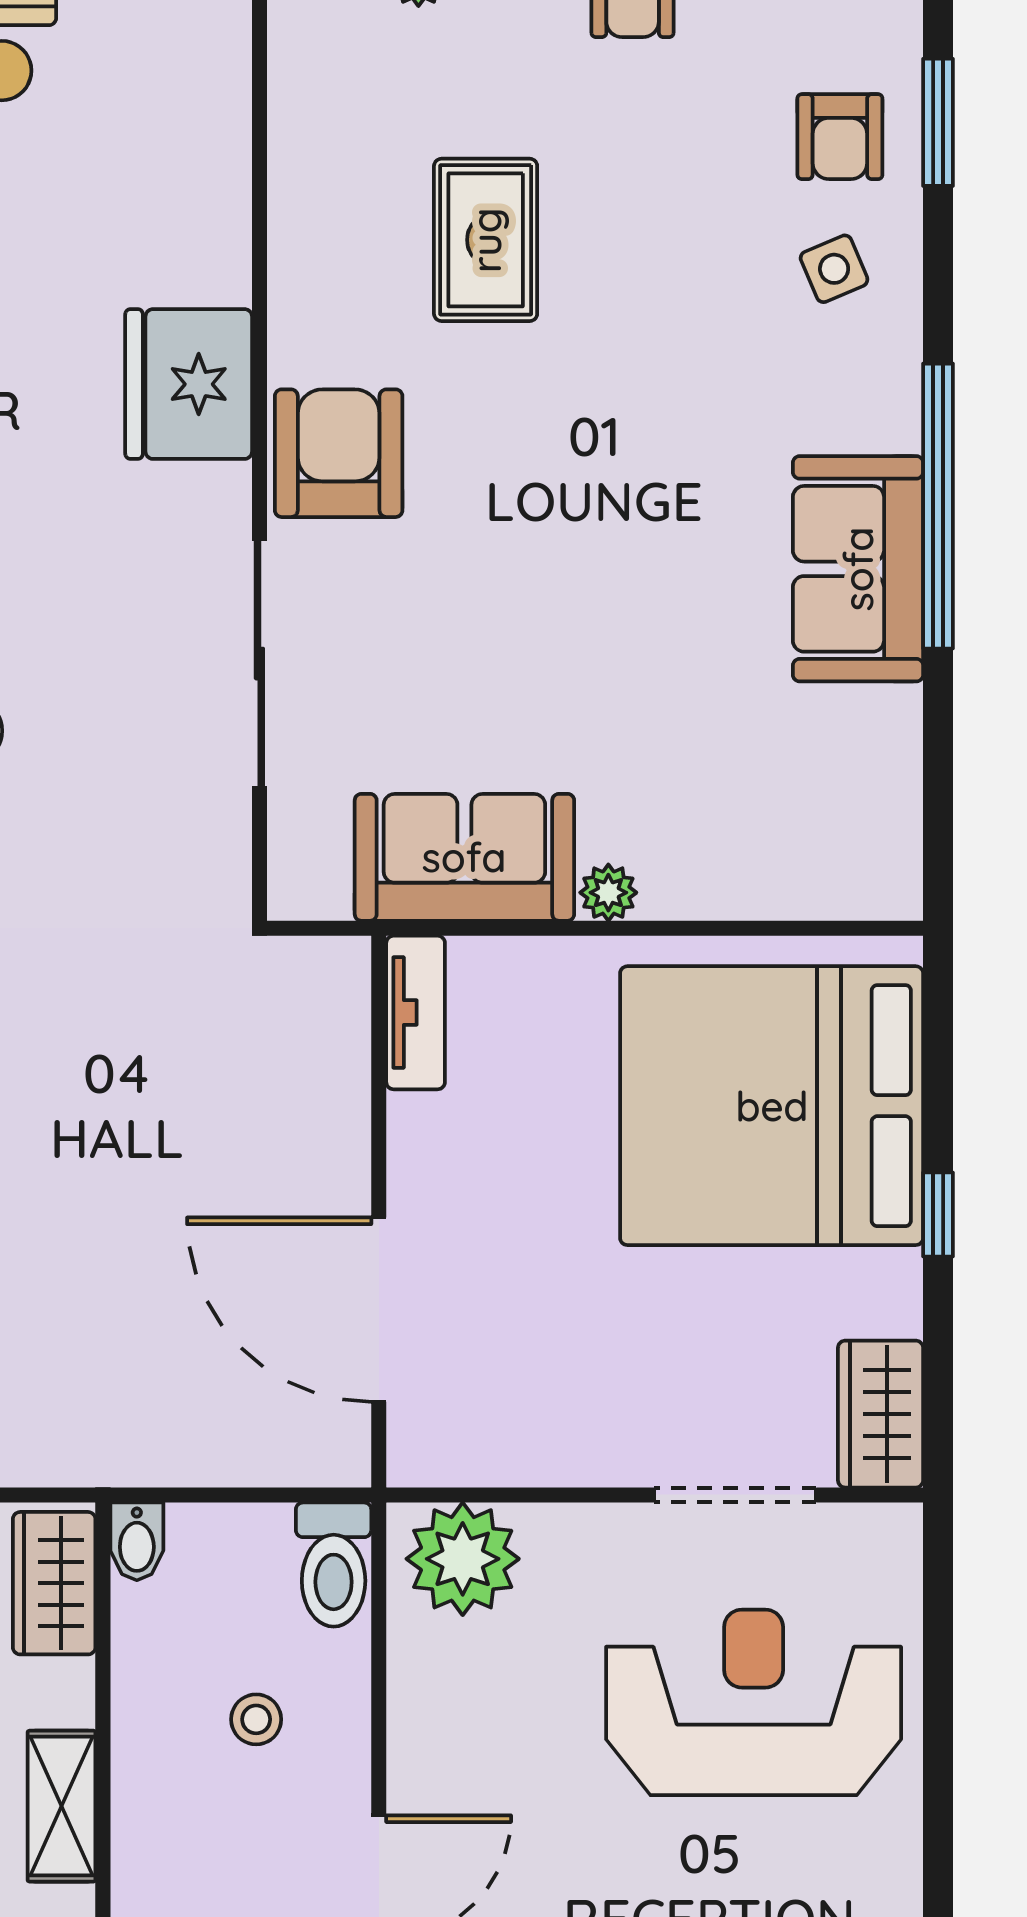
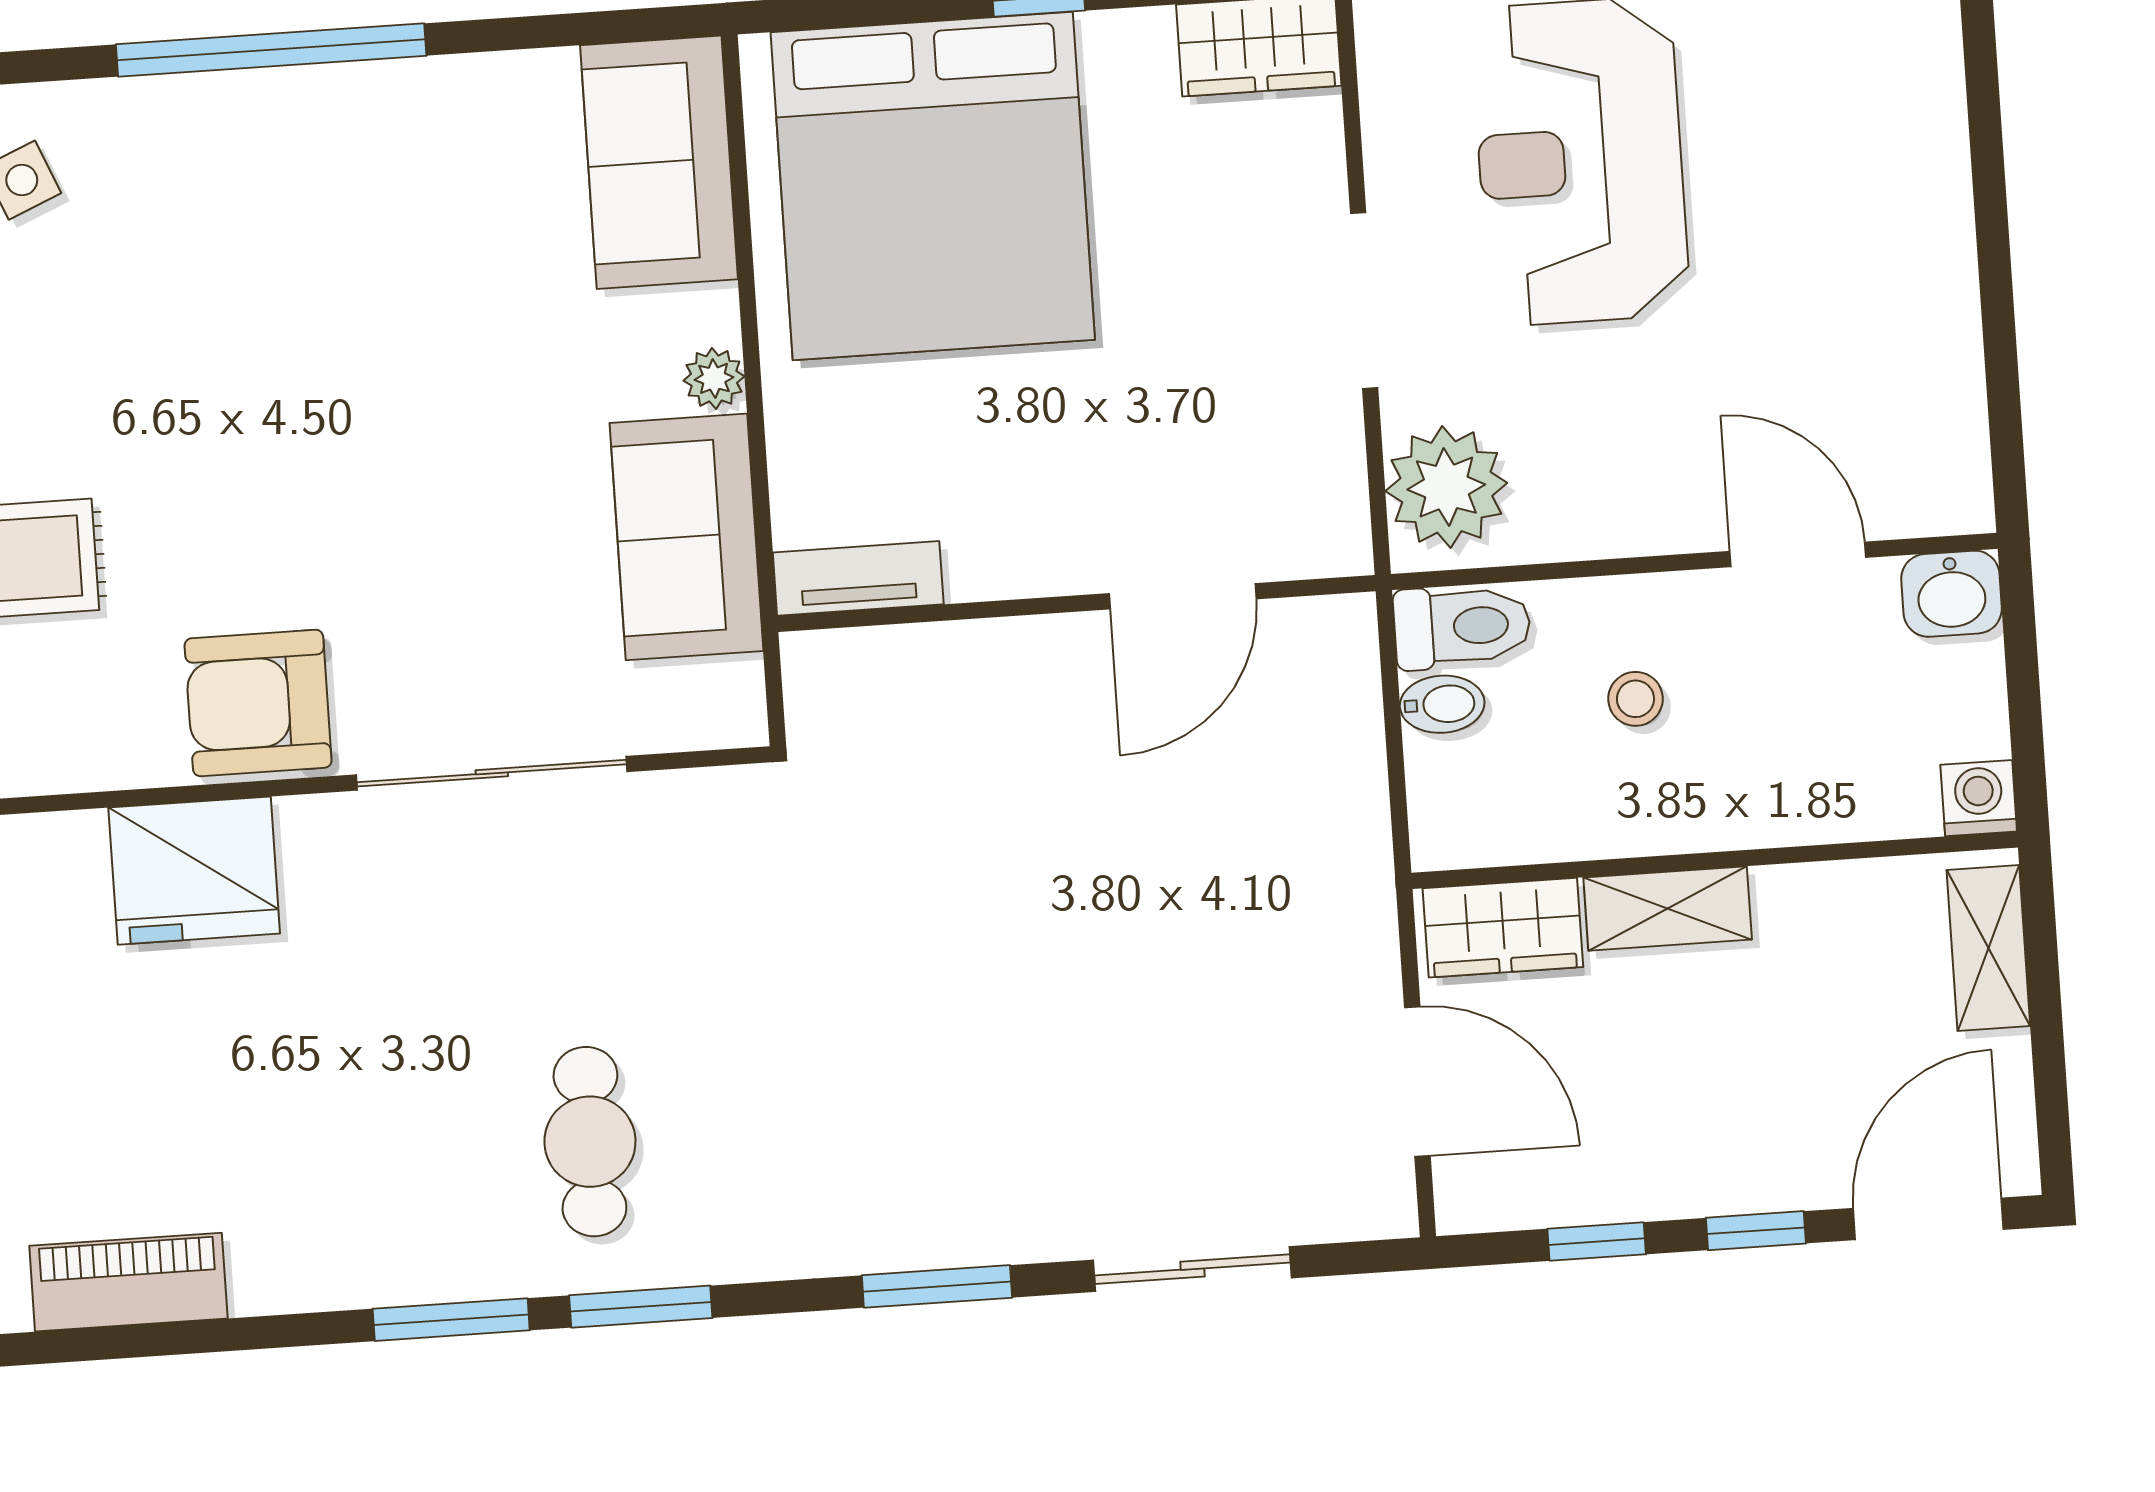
sofa: (858, 569) -> (659, 162), moved, turned 90
door: (379, 1310) -> (1183, 596), width x0.73
doorway: (735, 1495) -> (1364, 300), moved
bidet: (137, 1541) -> (1442, 704), moved
shelving: (61, 1806) -> (1668, 908), moved

